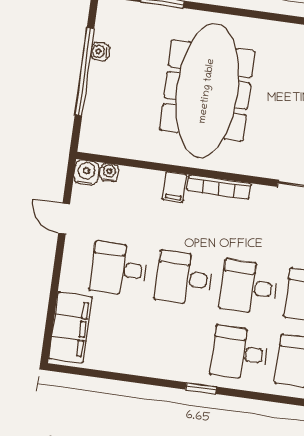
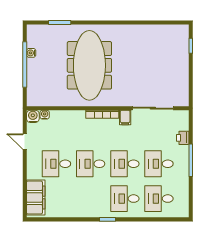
filing cabinet: (175, 187) -> (125, 117), moved

